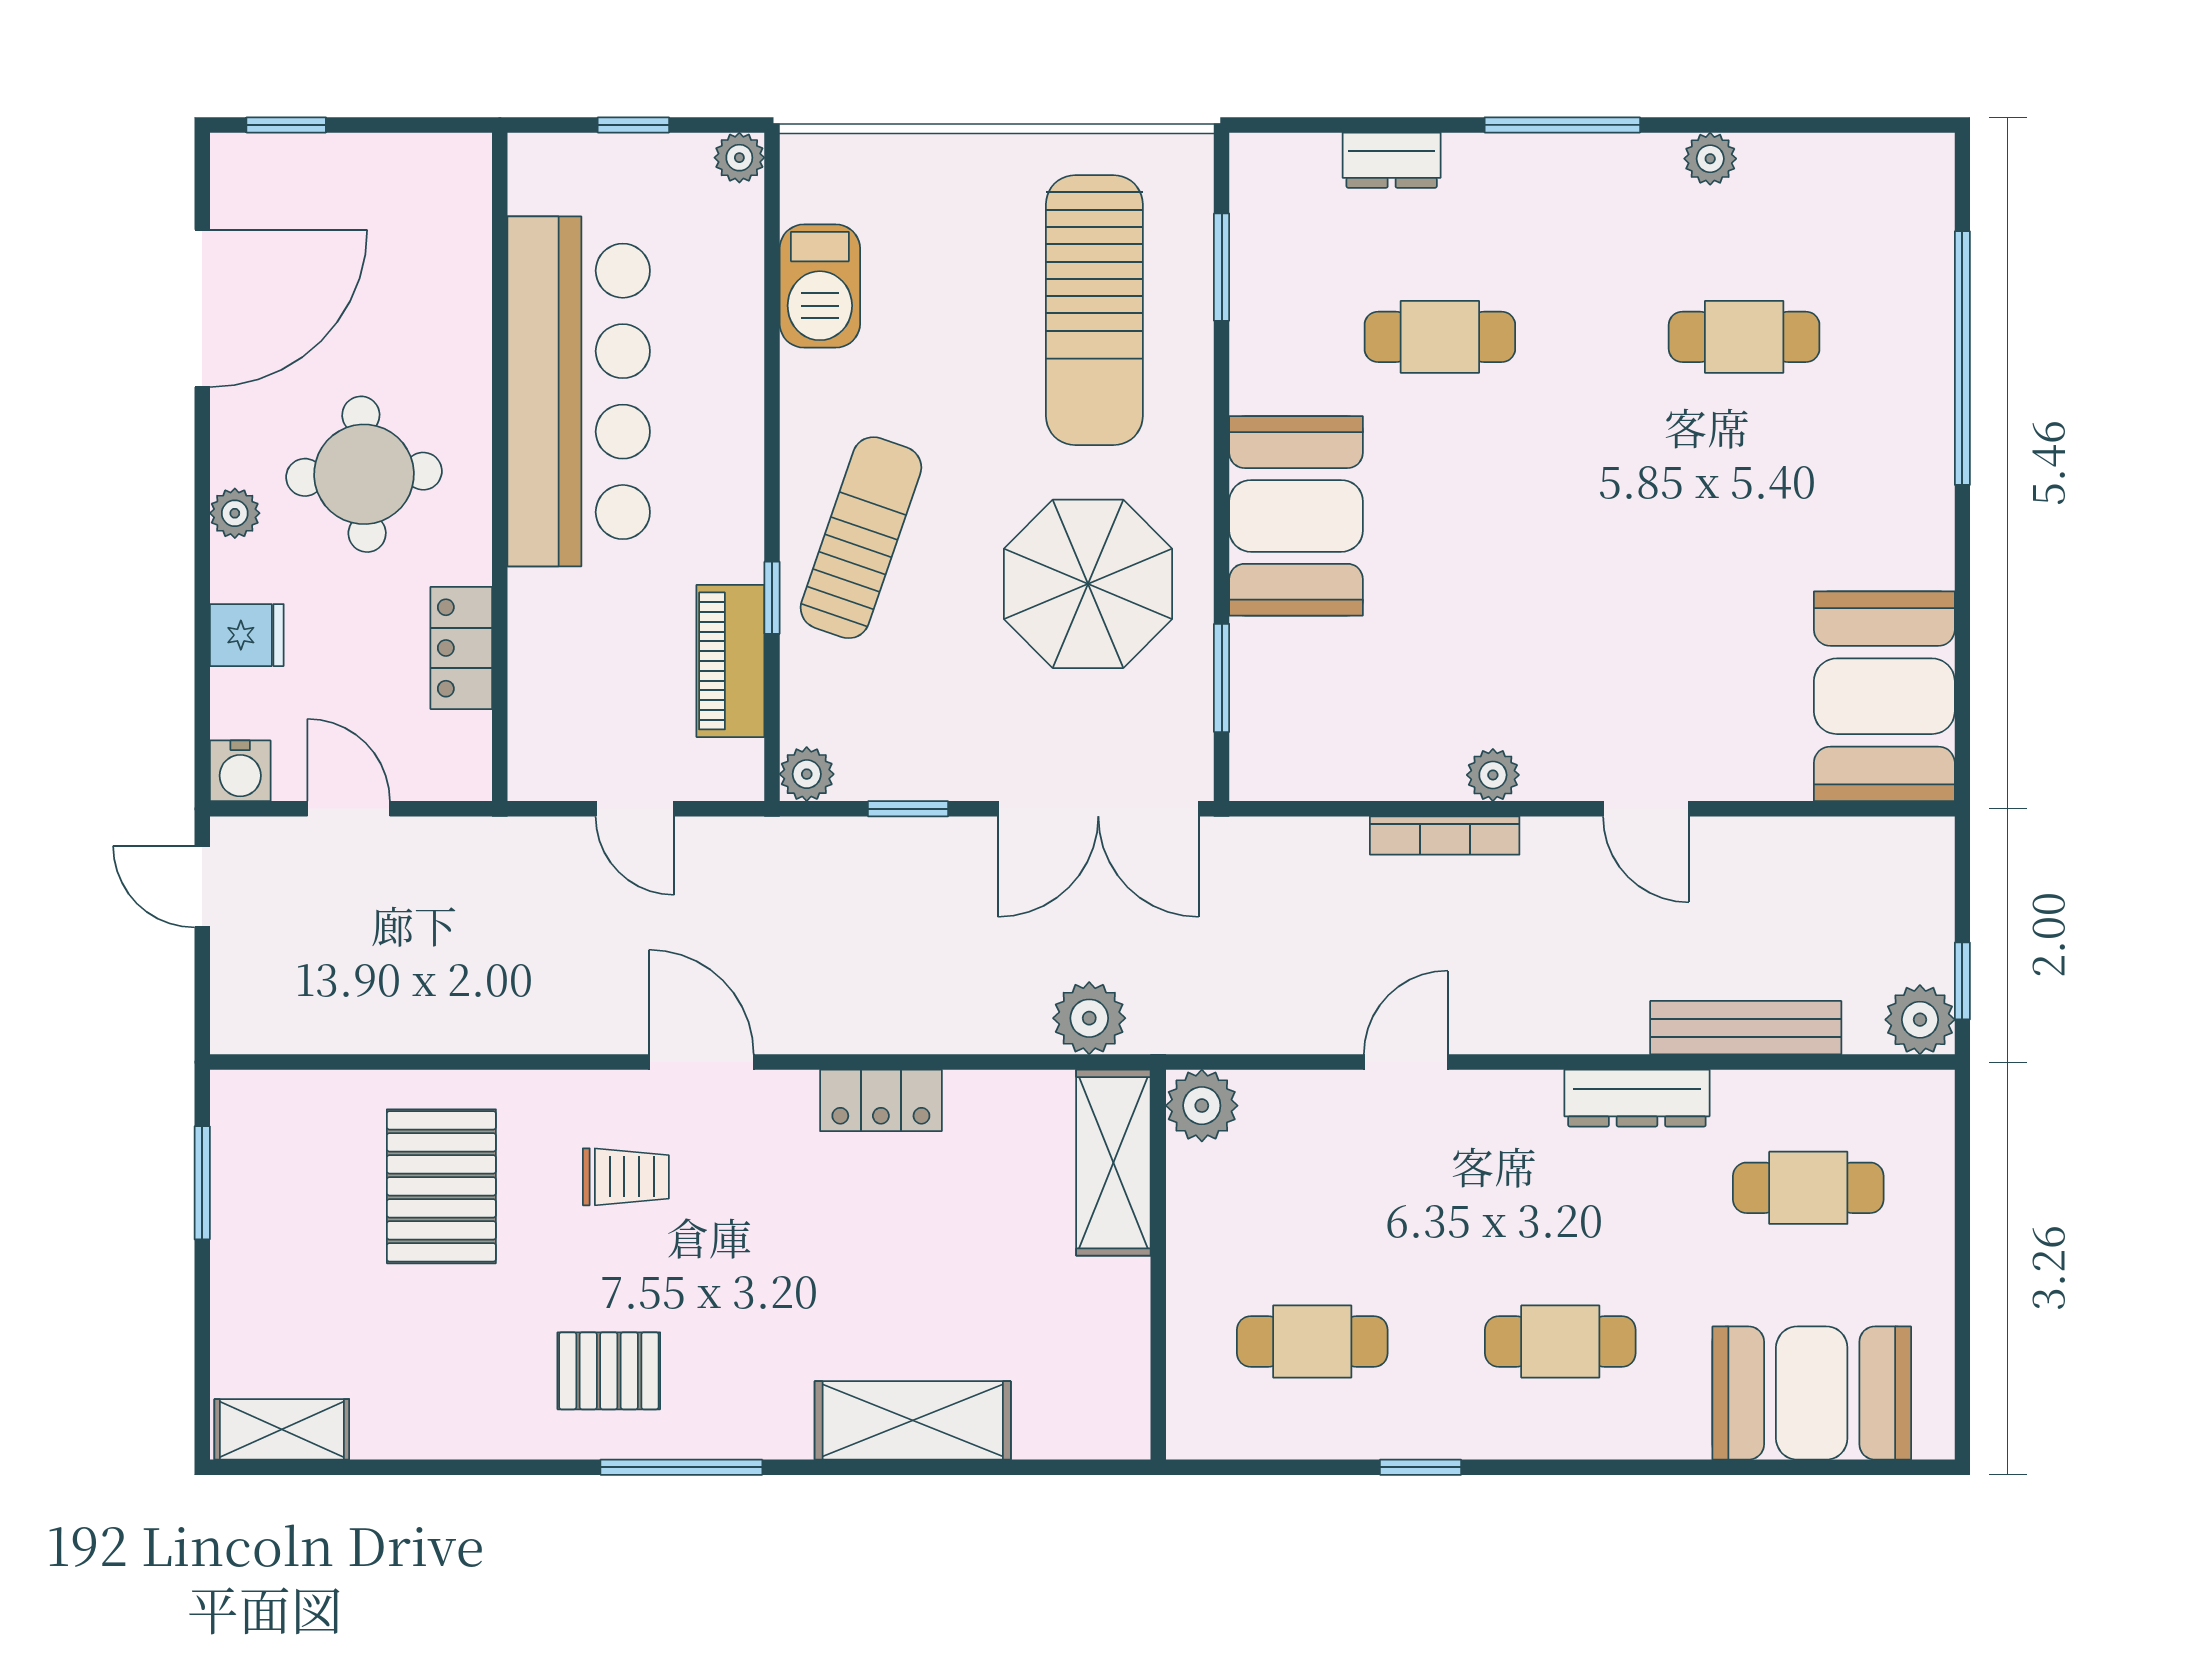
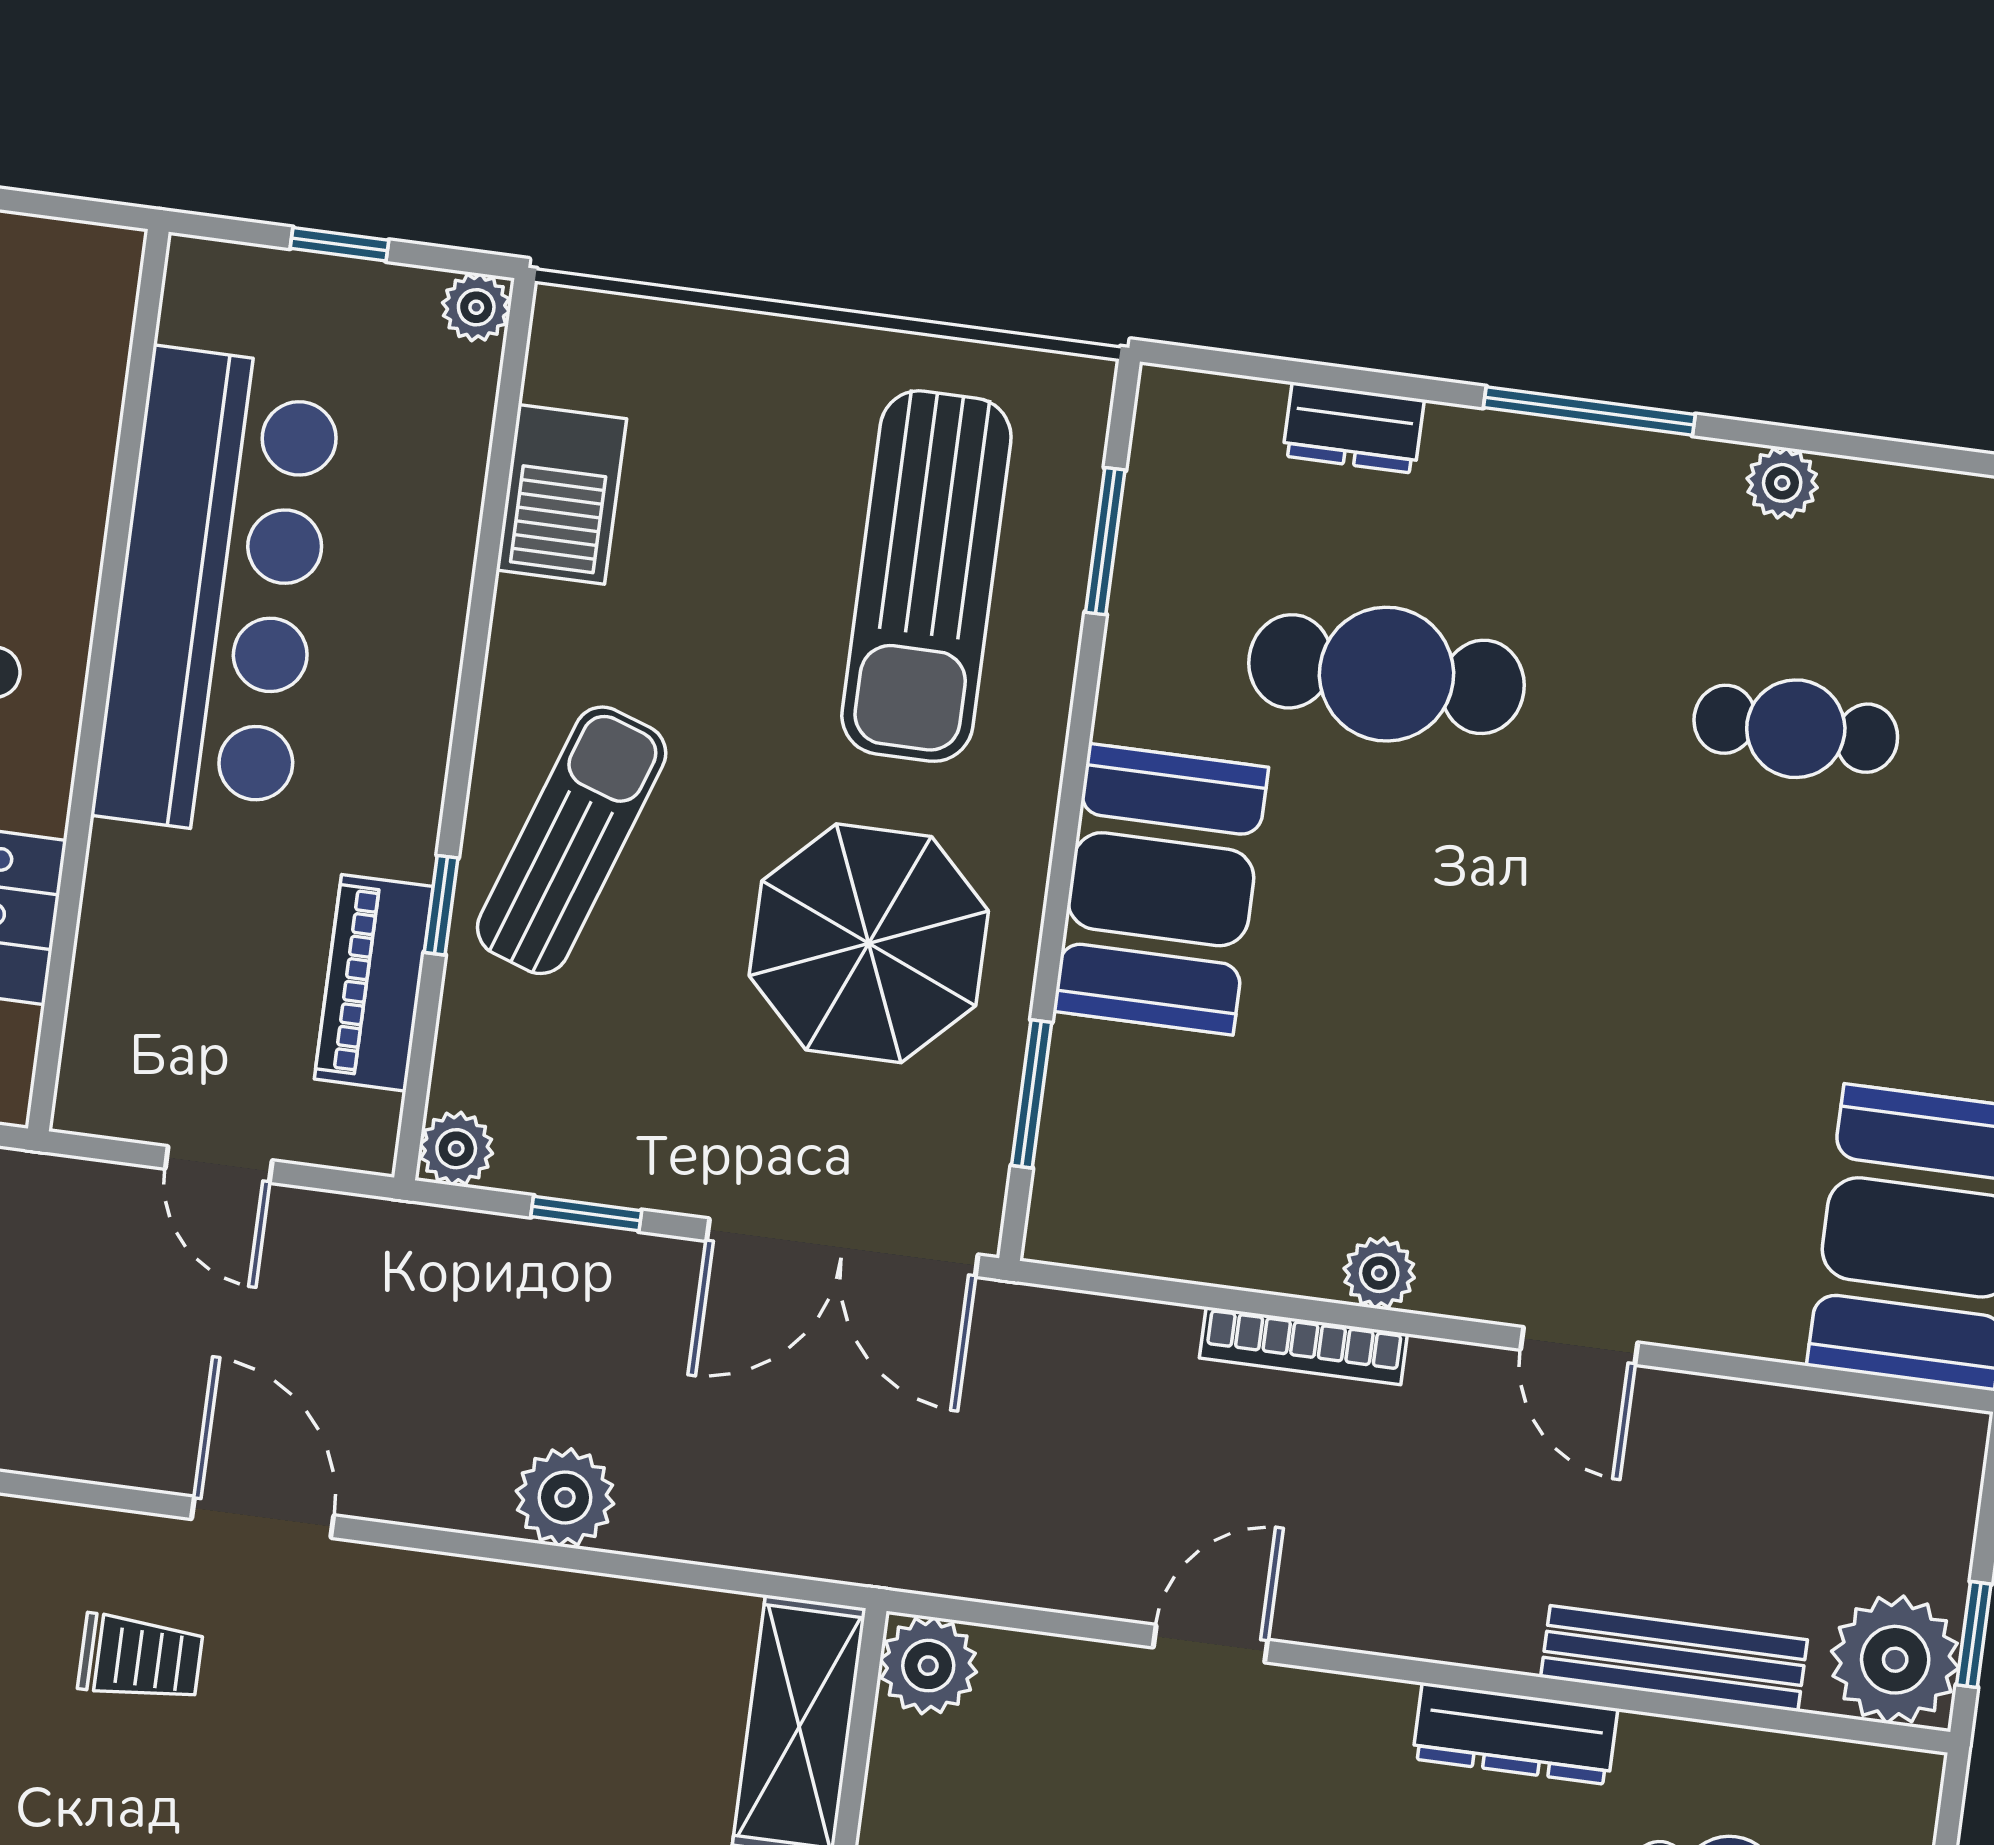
cafe table: (1440, 337) -> (1386, 674), width x1.37, depth x1.35
plant: (1089, 1018) -> (565, 1497), moved
plant: (1920, 1020) -> (1895, 1660), width x1.36, depth x1.36
locker: (881, 1100) -> (497, 1601), removed

